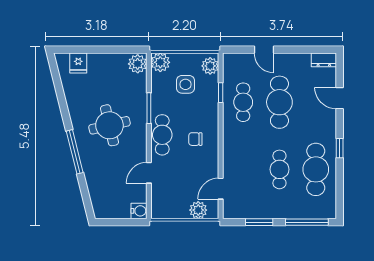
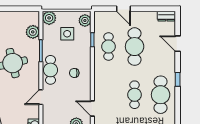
plant: (138, 64) -> (33, 32), moved
door: (221, 189) -> (92, 109), hinge flipped

